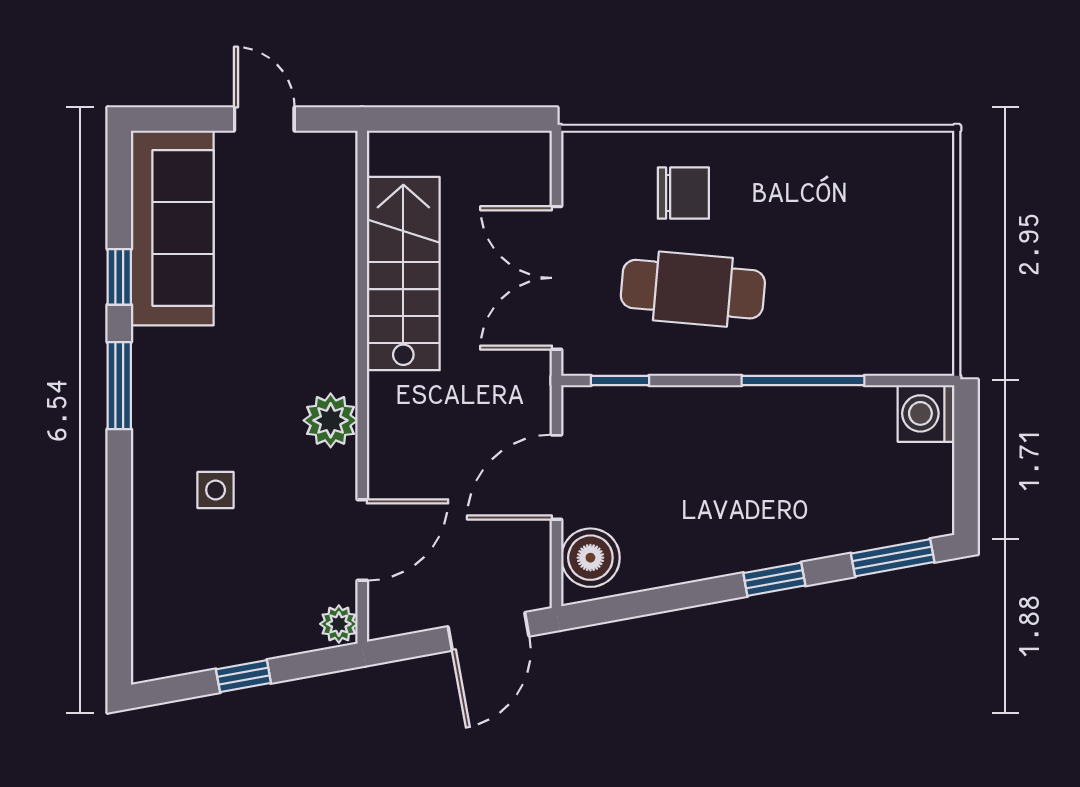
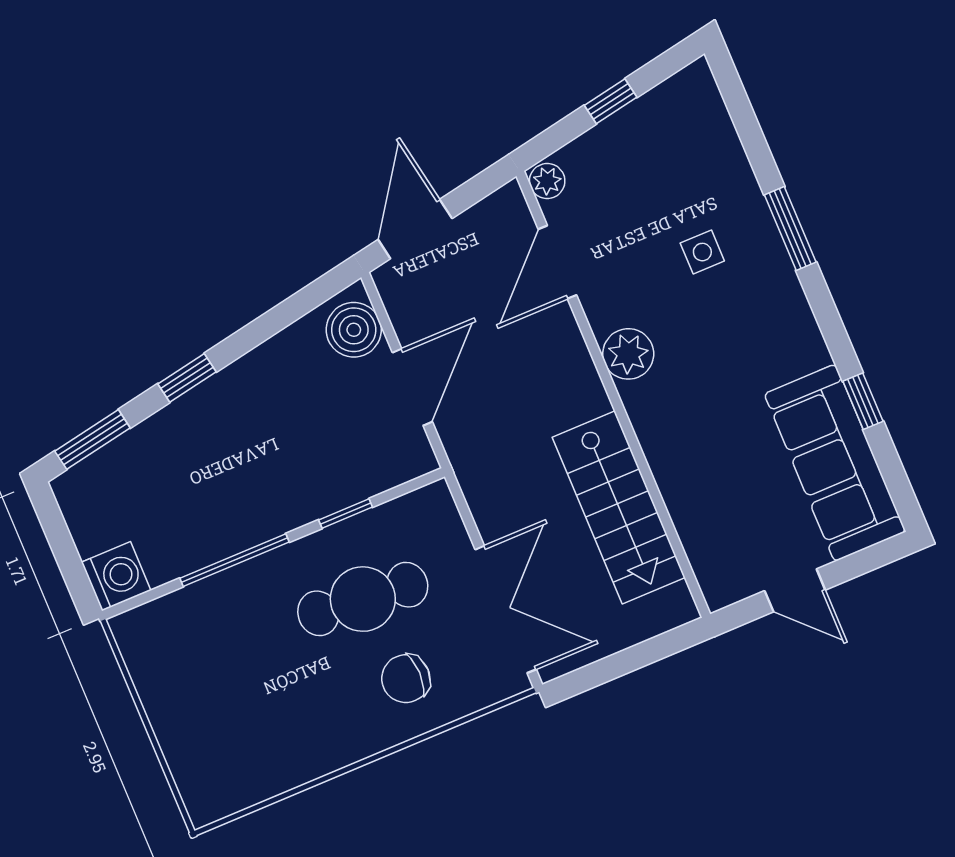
double door: (557, 278) -> (506, 609), moved
window: (620, 380) -> (346, 513), moved
window: (119, 386) -> (790, 228), moved

